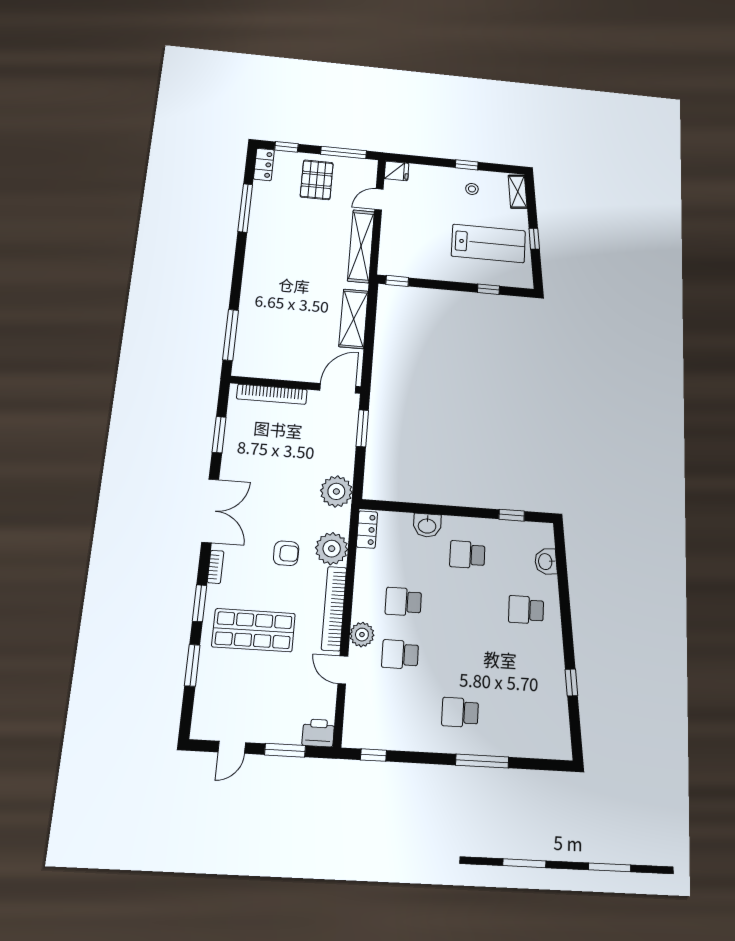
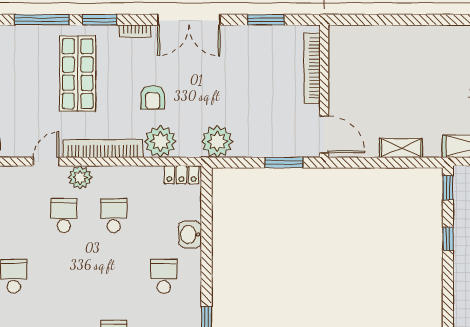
window: (488, 289) -> (448, 239), moved
shelving: (354, 319) -> (401, 148), width x0.67, depth x0.75
window: (231, 335) -> (372, 20), removed
window: (192, 665) -> (42, 20), width x1.44

